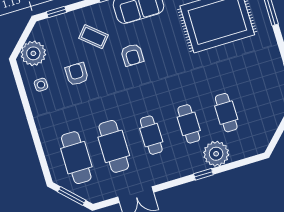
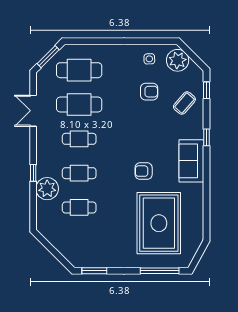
coffee table: (93, 37) -> (184, 103), moved
armchair: (132, 55) -> (144, 171), moved

